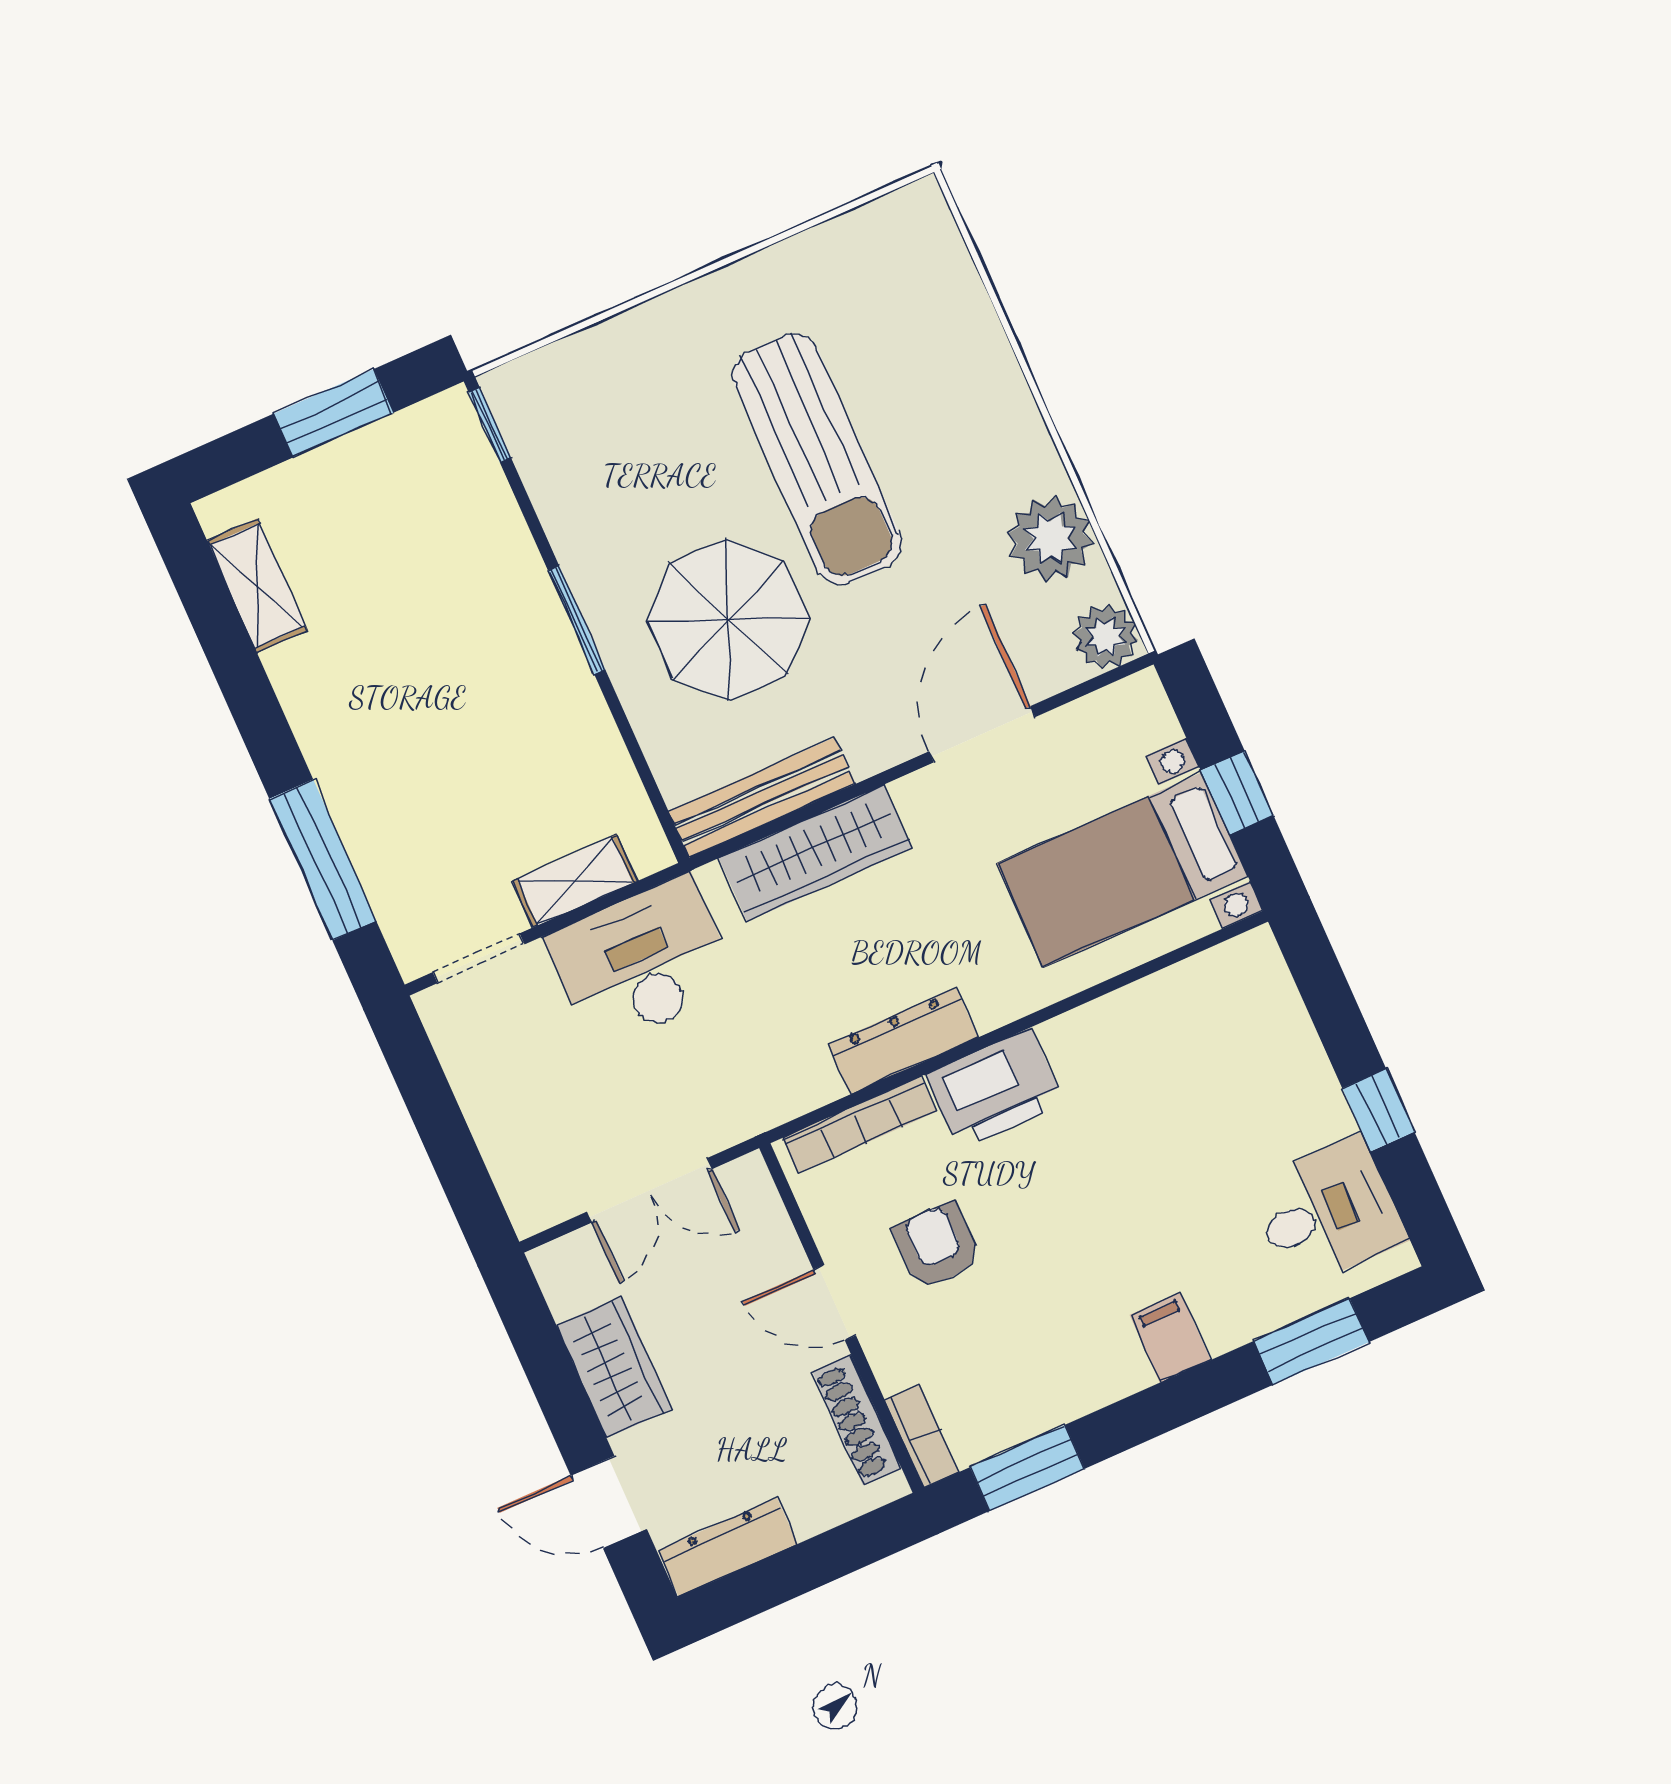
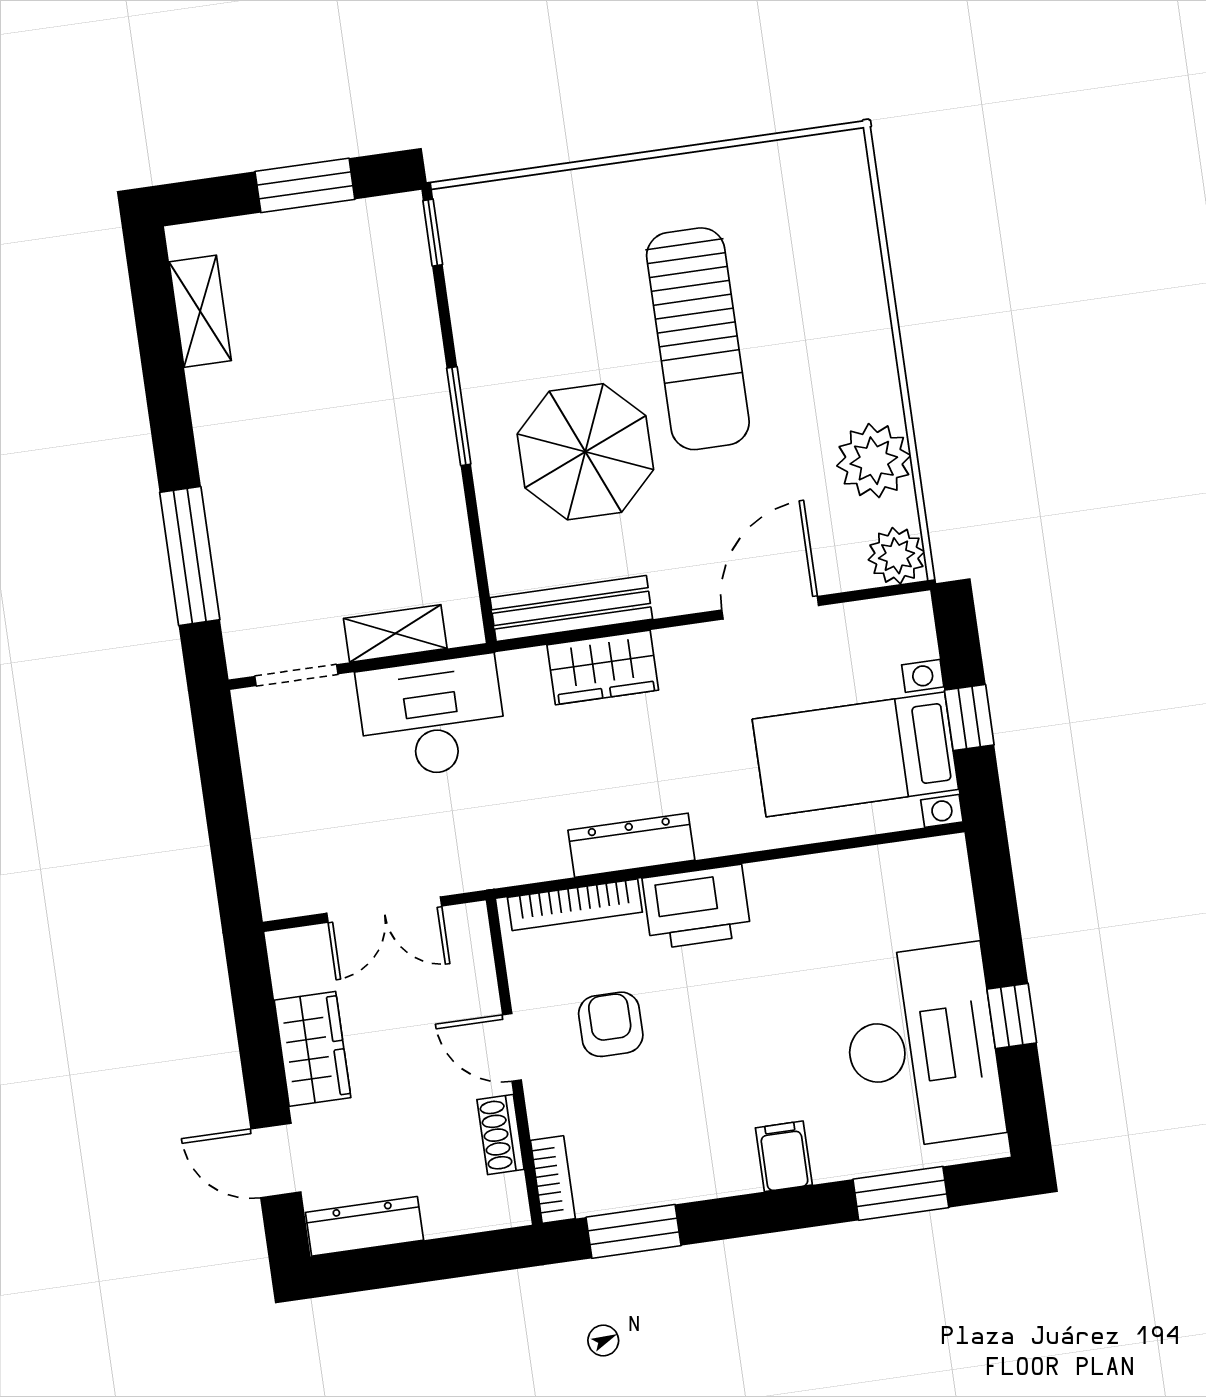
wardrobe: (815, 853) -> (603, 667), width x0.67
desk: (1327, 1212) -> (922, 1047), width x1.87, depth x1.30
shoe rack: (857, 1420) -> (500, 1134), width x0.70

